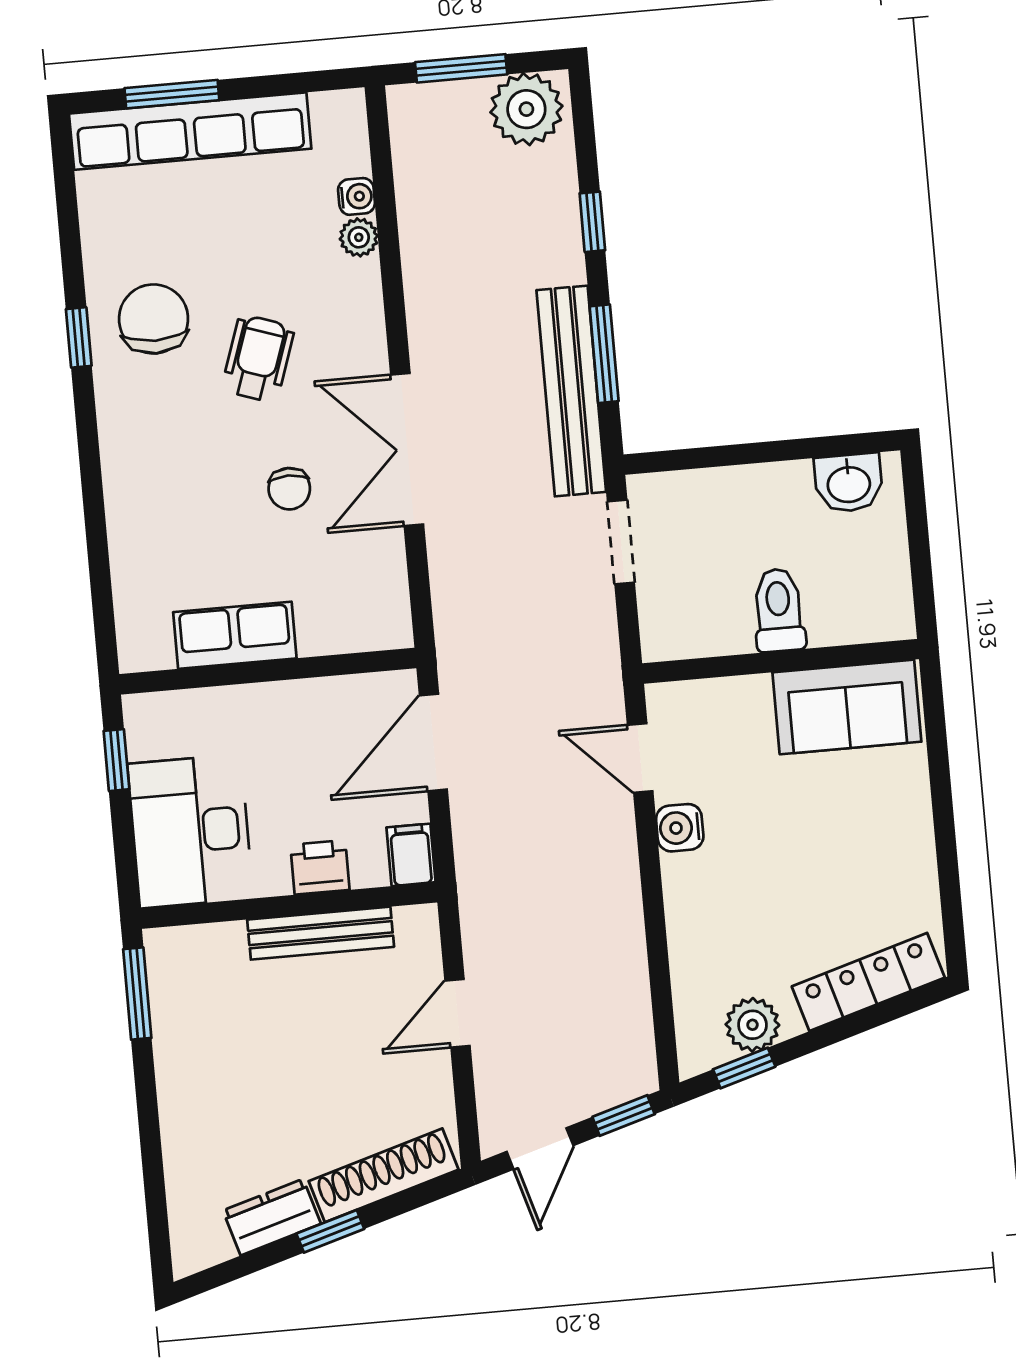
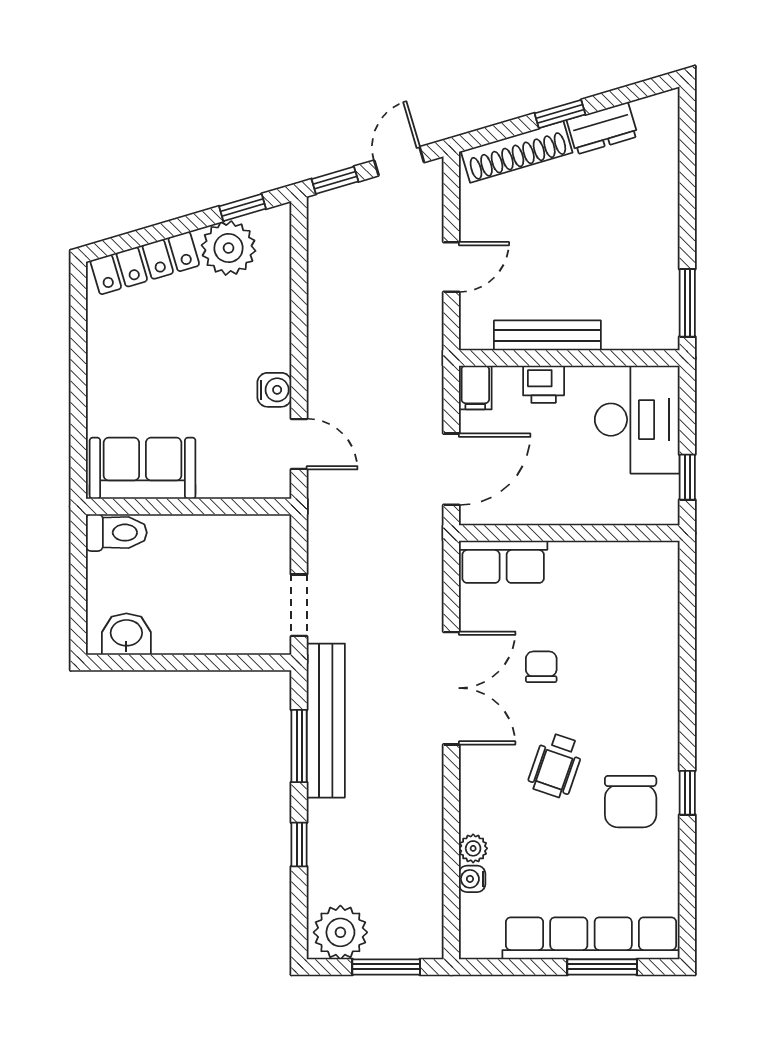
toilet: (779, 610) -> (116, 533), moved, turned -90
row of seats: (235, 635) -> (503, 562), moved
plant: (752, 1025) -> (229, 248), width x1.36, depth x1.36

